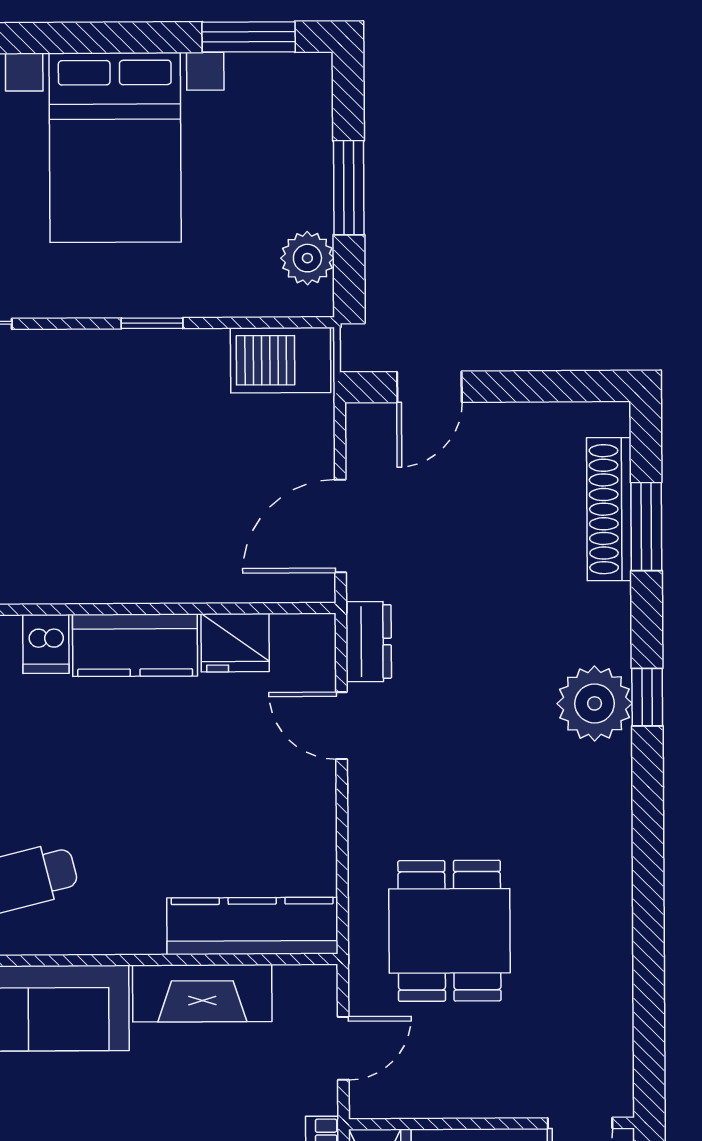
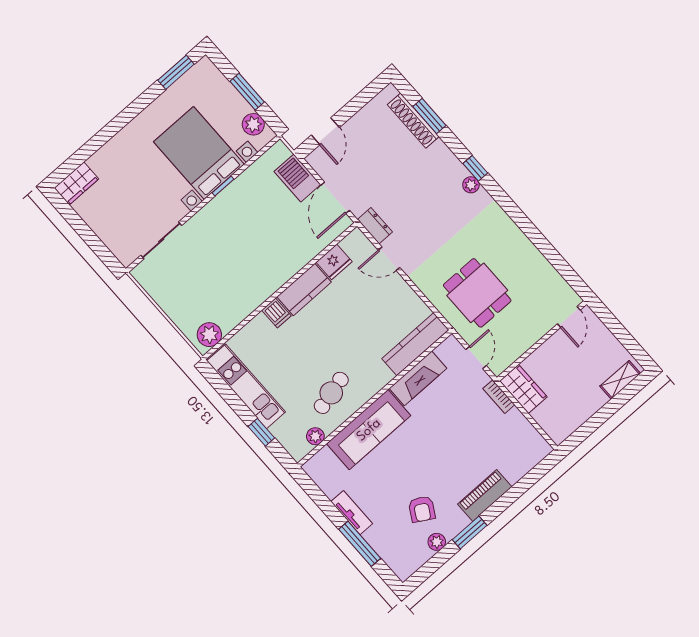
bed with nightstands: (115, 148) -> (199, 153), moved, turned 180
barbecue: (281, 360) -> (297, 178), moved, turned 90
plant: (595, 703) -> (471, 185), width x0.53, depth x0.53

